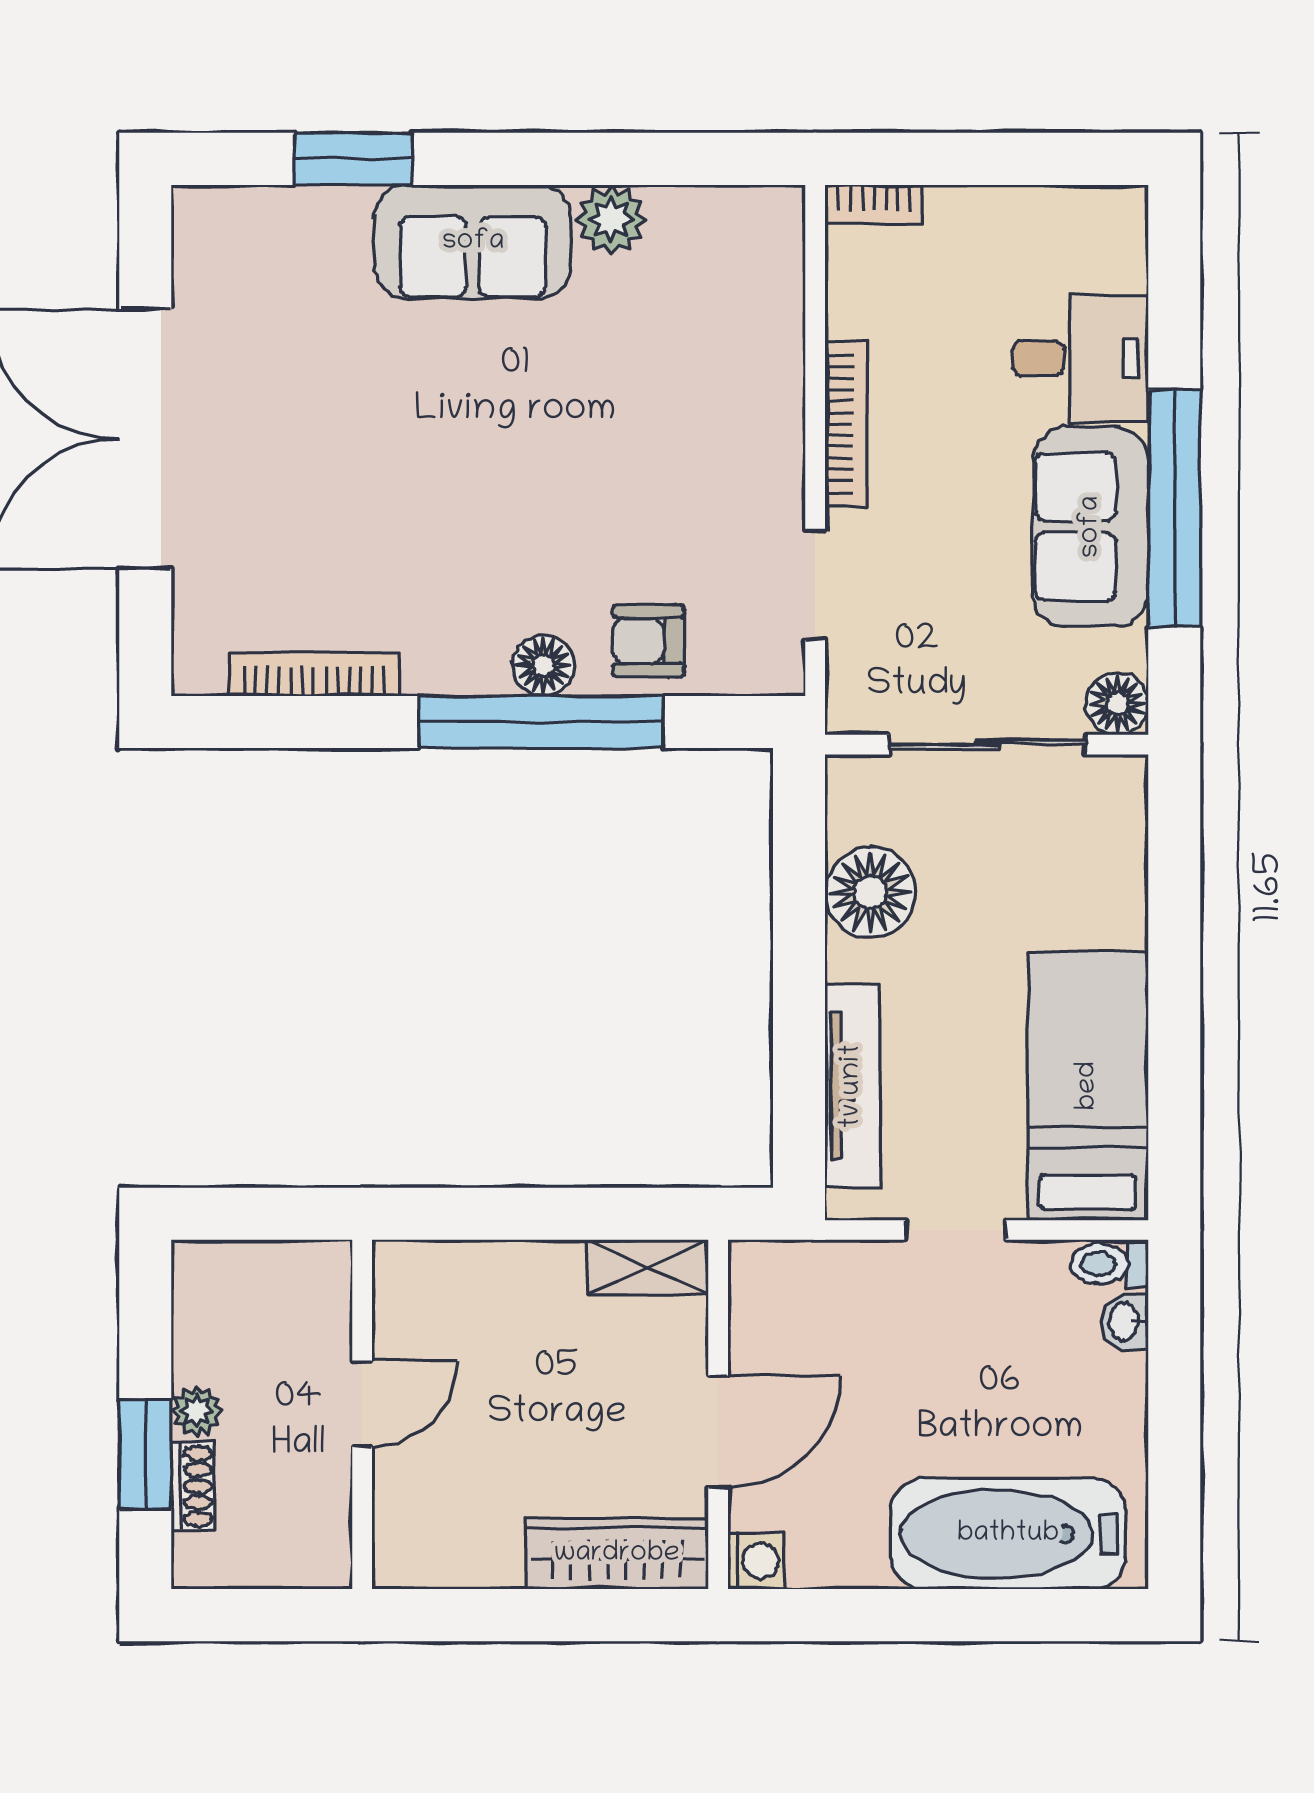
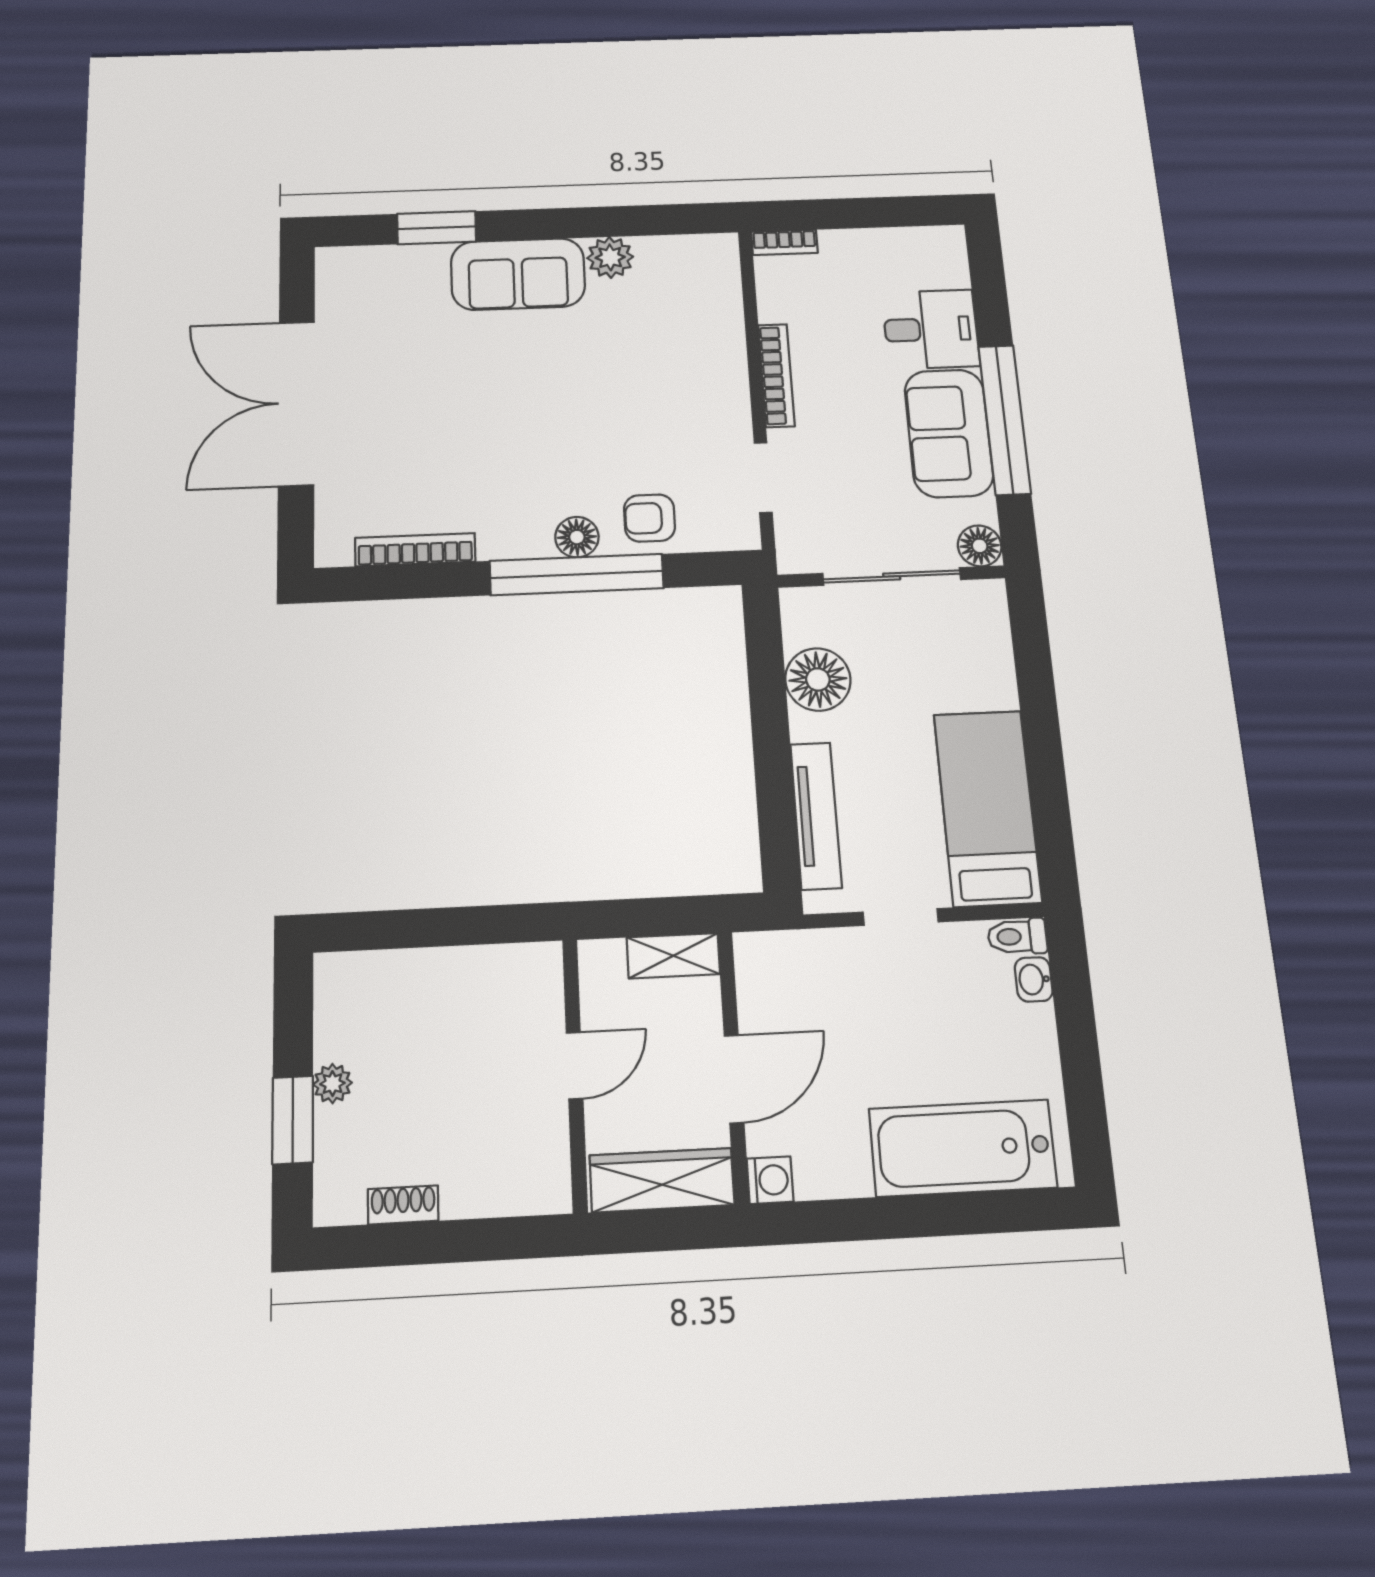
door: (362, 1404) -> (575, 1066), moved
wall: (362, 1414) -> (575, 1074), moved
shoe rack: (193, 1486) -> (403, 1205), moved, turned -90

